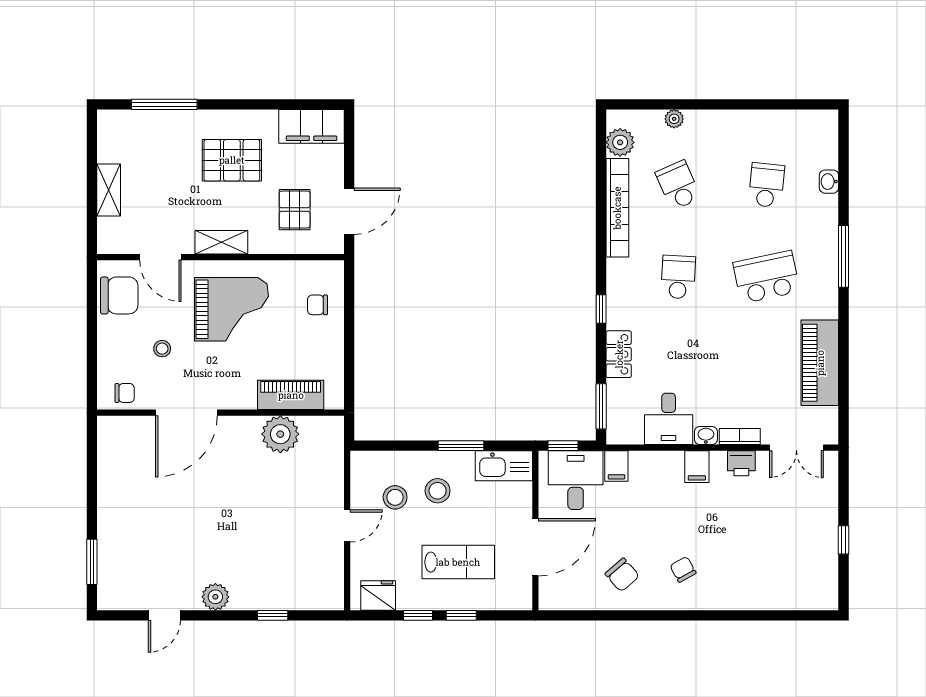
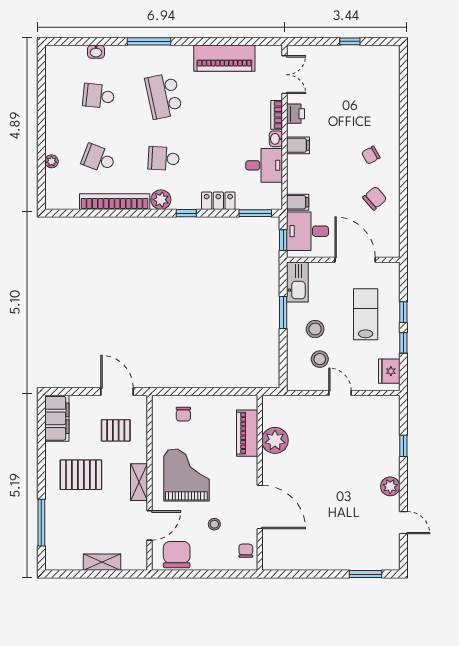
plant: (620, 142) -> (161, 200), moved
pallet: (232, 160) -> (81, 475), turned 90
school desk: (678, 185) -> (99, 158), turned 45

